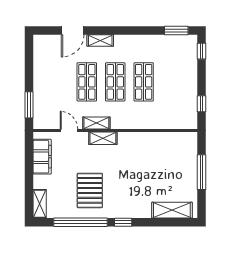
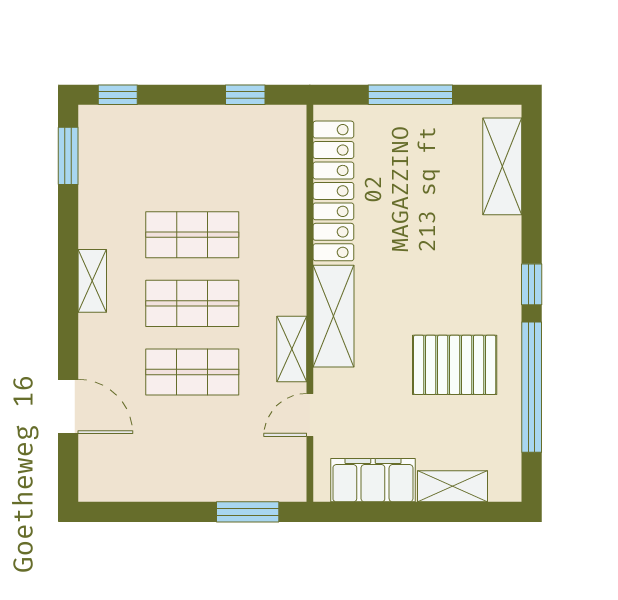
shelving: (100, 40) -> (92, 281), moved
shelving: (103, 138) -> (334, 316), width x1.50, depth x1.33
locker: (162, 140) -> (333, 191), added
shelving: (40, 204) -> (453, 486), moved

